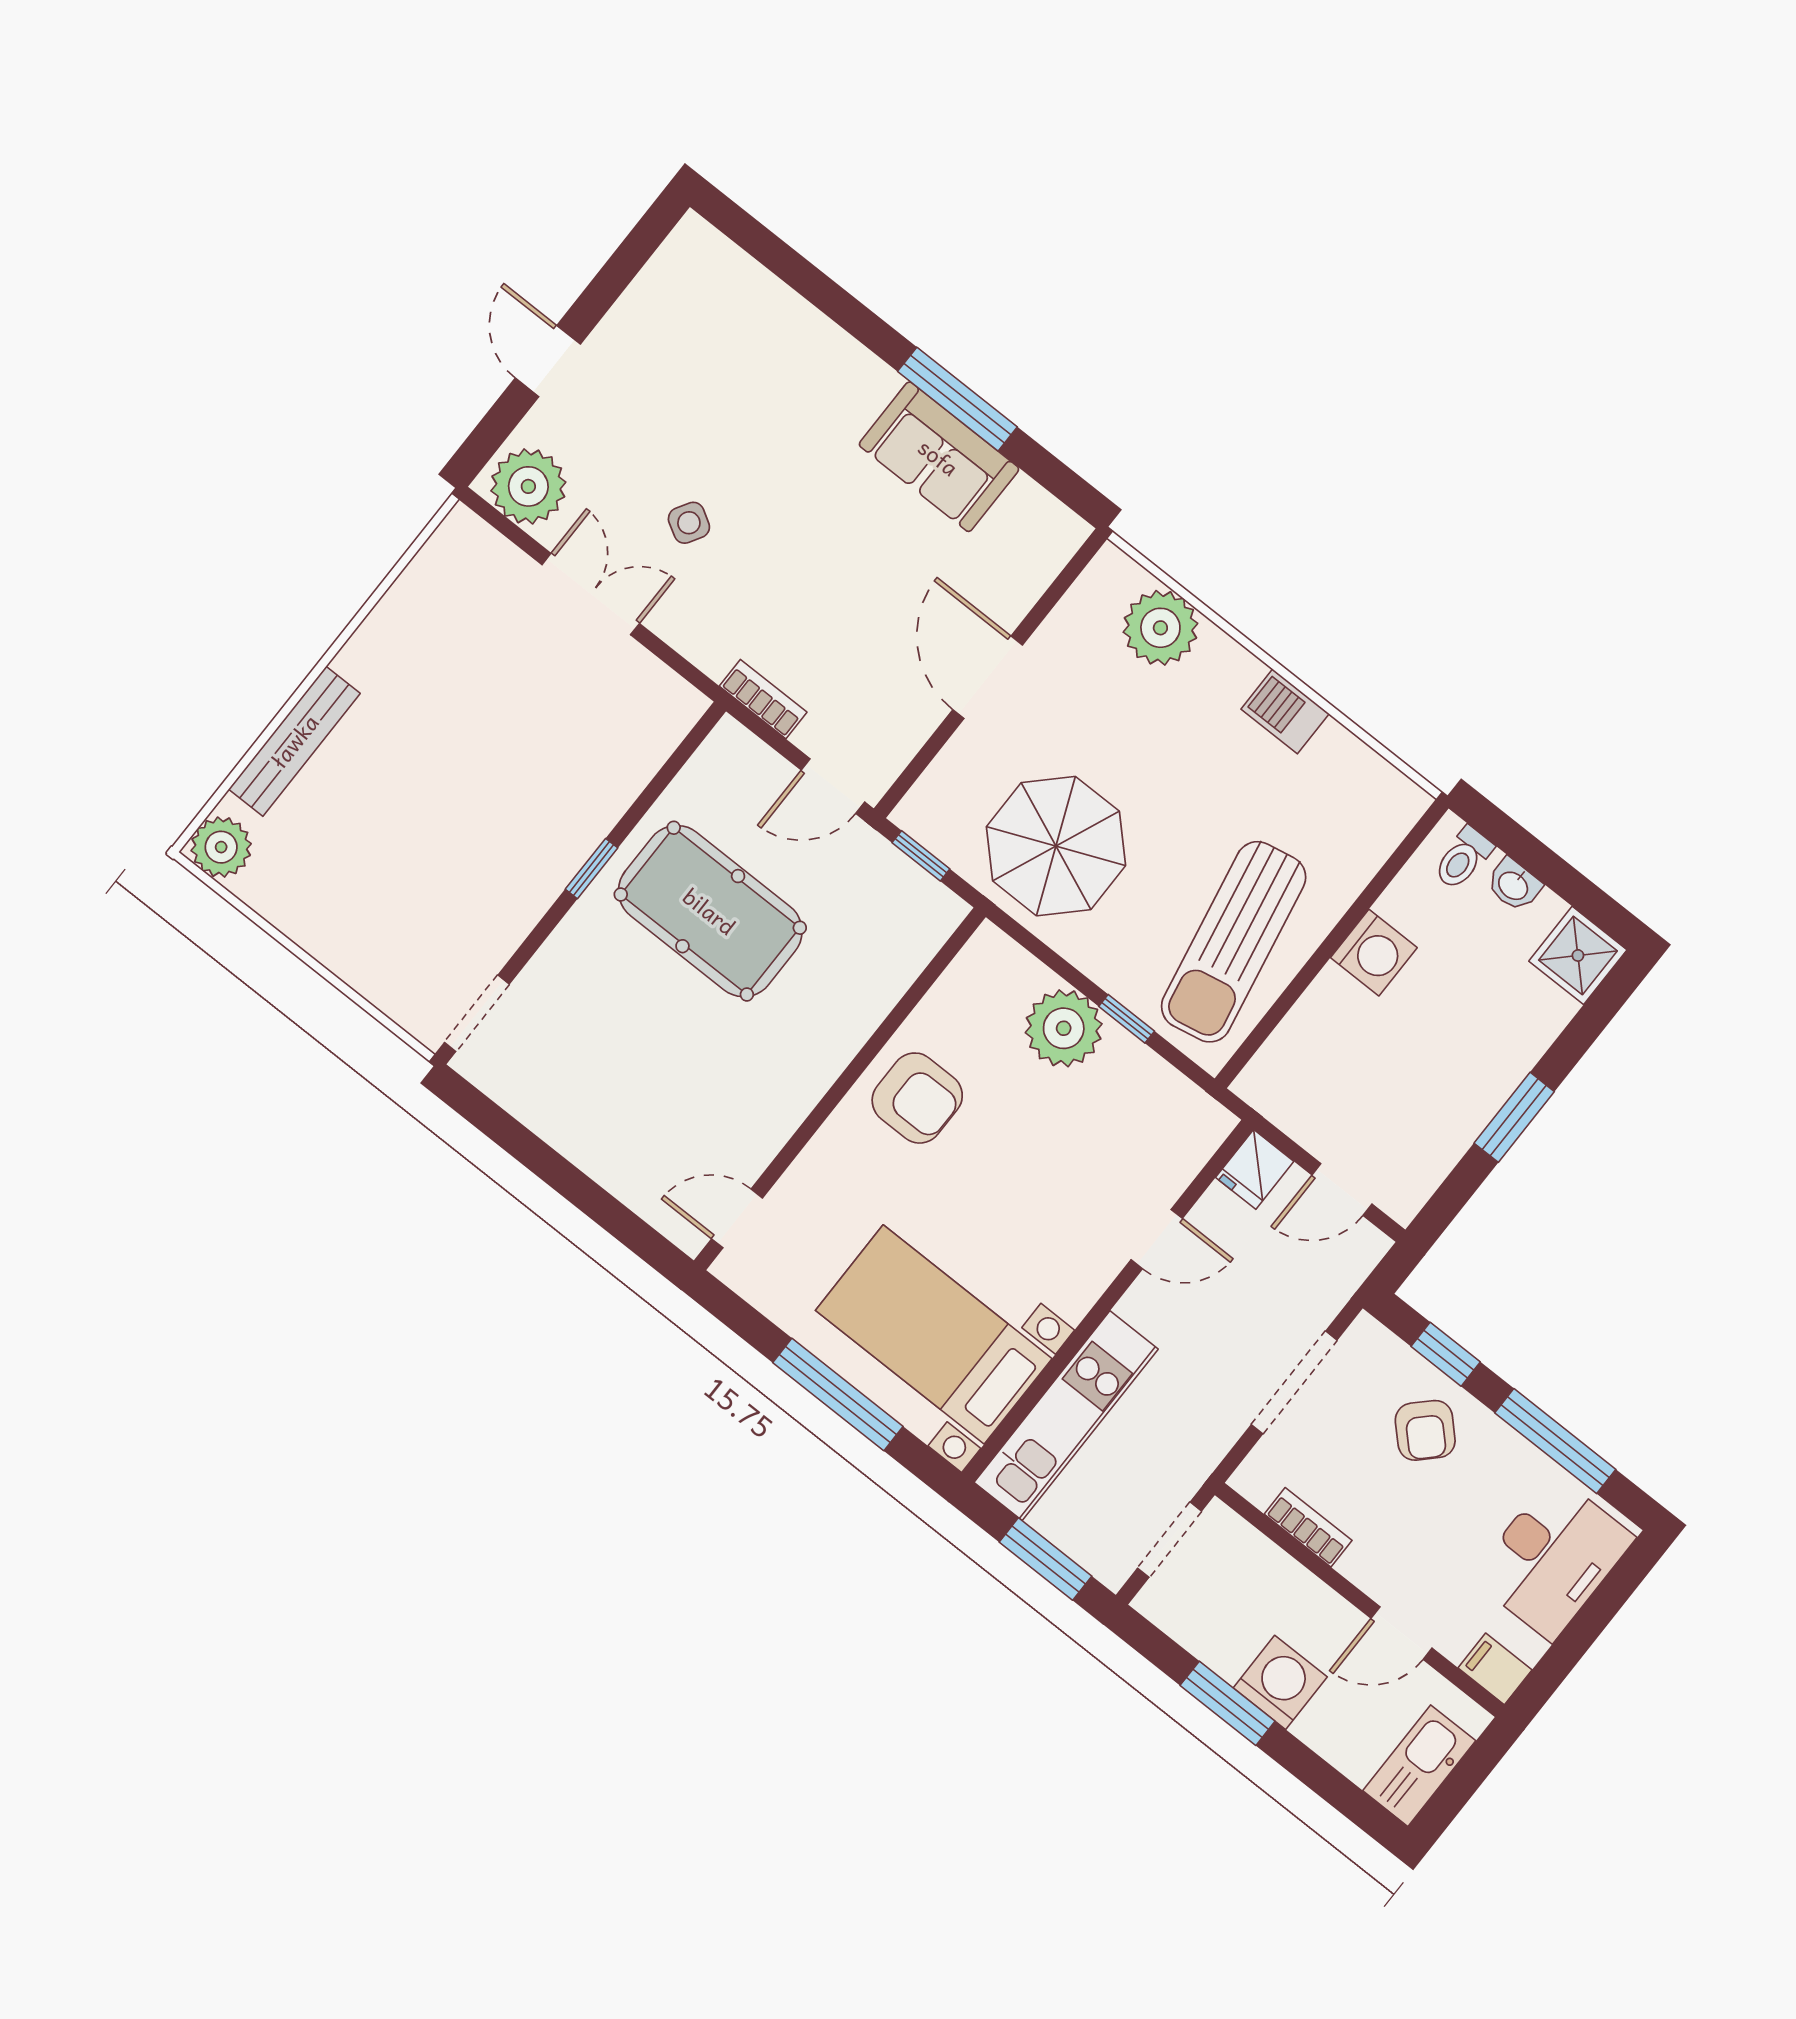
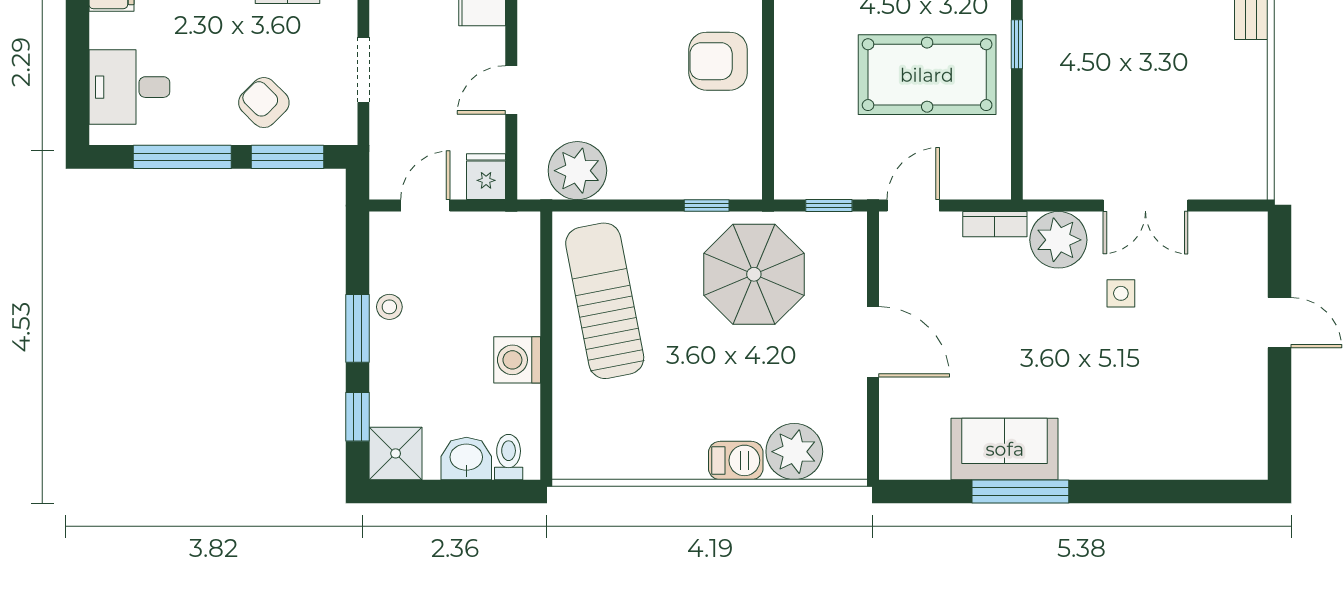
plant: (528, 486) -> (1058, 240), moved
side table: (689, 523) -> (1121, 293), turned -30
barbecue: (1285, 711) -> (736, 460), moved
washbasin: (1514, 885) -> (466, 458), width x1.38, depth x1.45
window: (1127, 1019) -> (707, 206), moved
window: (1587, 1025) -> (358, 417), added
plant: (1064, 1028) -> (577, 171), moved
stool: (1463, 1113) -> (389, 307), added
window: (1446, 1354) -> (287, 157), width x1.50
doorway: (1294, 1382) -> (363, 70), width x0.73
desk: (1553, 1558) -> (129, 87), width x0.73

